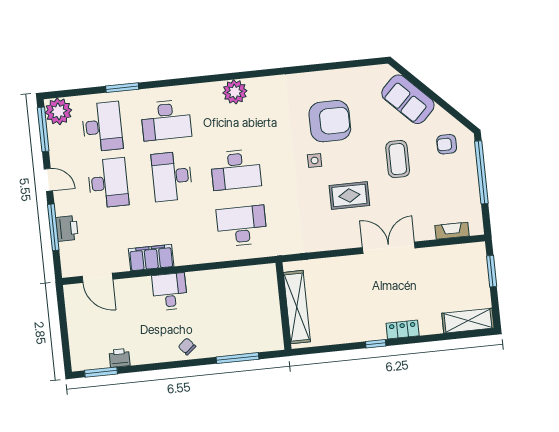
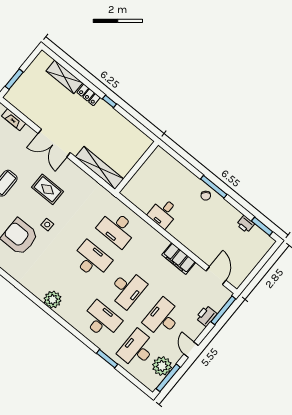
plant: (58, 111) -> (162, 366), moved
window: (53, 227) -> (223, 310), moved
desk: (170, 292) -> (163, 213), moved
shelving: (297, 307) -> (100, 168), moved, turned 90
shelving: (468, 321) -> (64, 77), moved
window: (237, 358) -> (214, 187), moved

